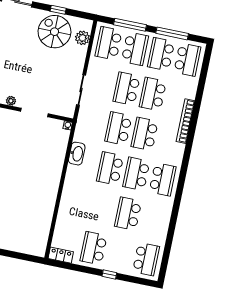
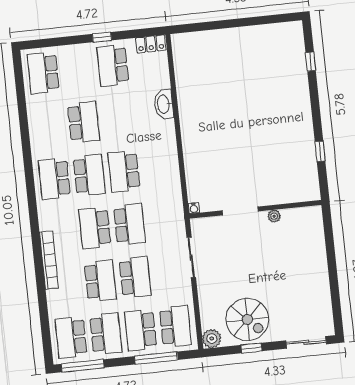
window: (172, 33) -> (83, 366), moved
plant: (82, 38) -> (212, 339), moved
school desk: (145, 134) -> (95, 228), turned 180
washbasin: (77, 154) -> (164, 104), moved
school desk: (110, 168) -> (124, 171), turned 180
school desk: (94, 248) -> (113, 66), turned 180
window: (109, 274) -> (102, 37), moved

